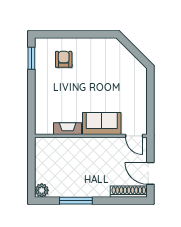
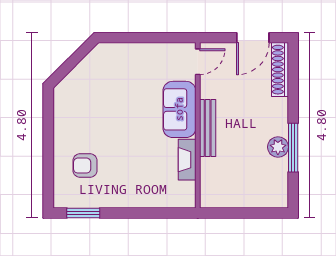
bench: (89, 143) -> (208, 128), added
plant: (42, 190) -> (278, 147), moved

